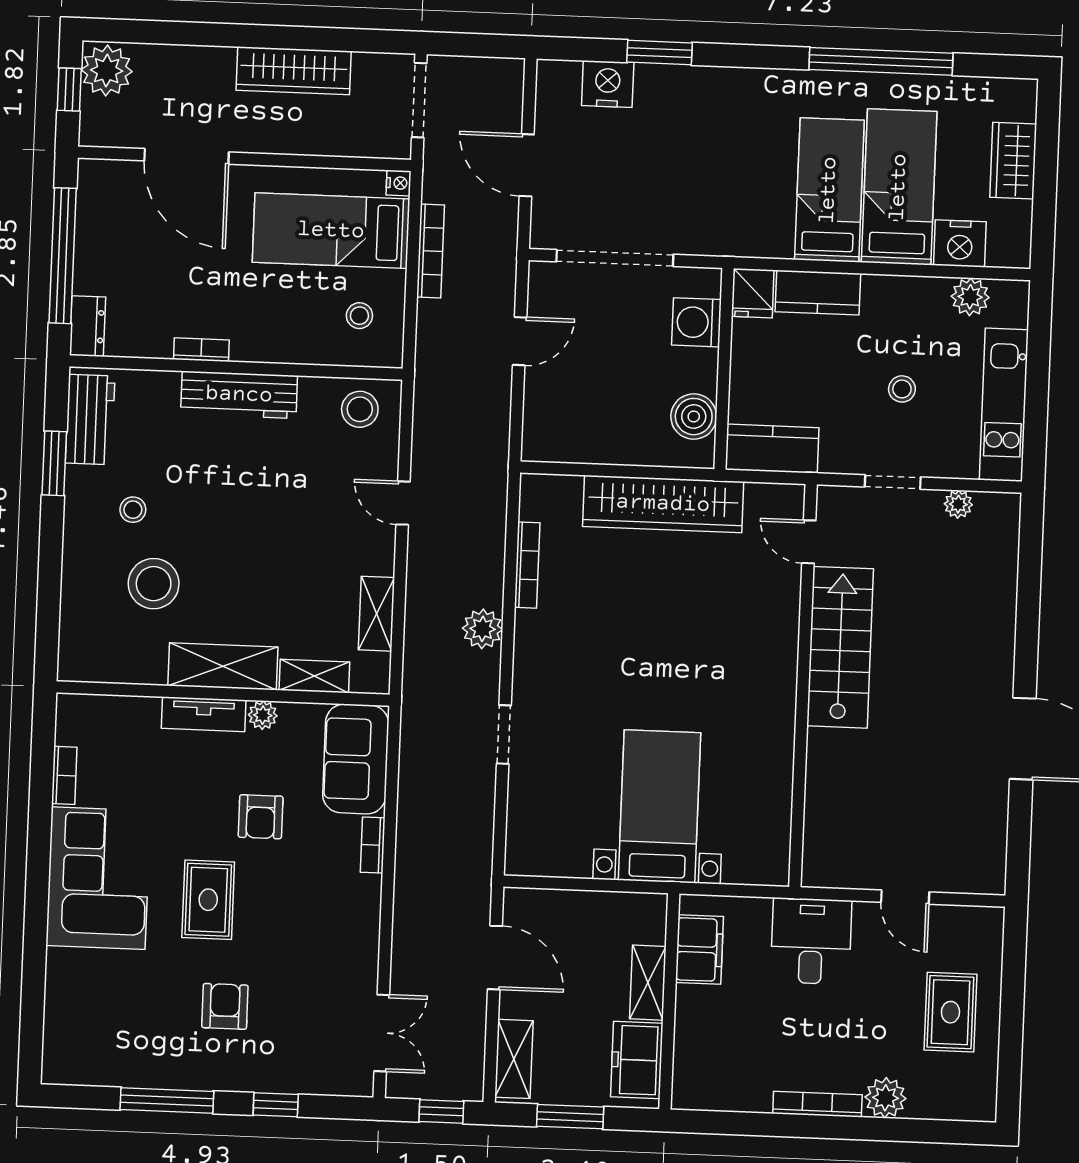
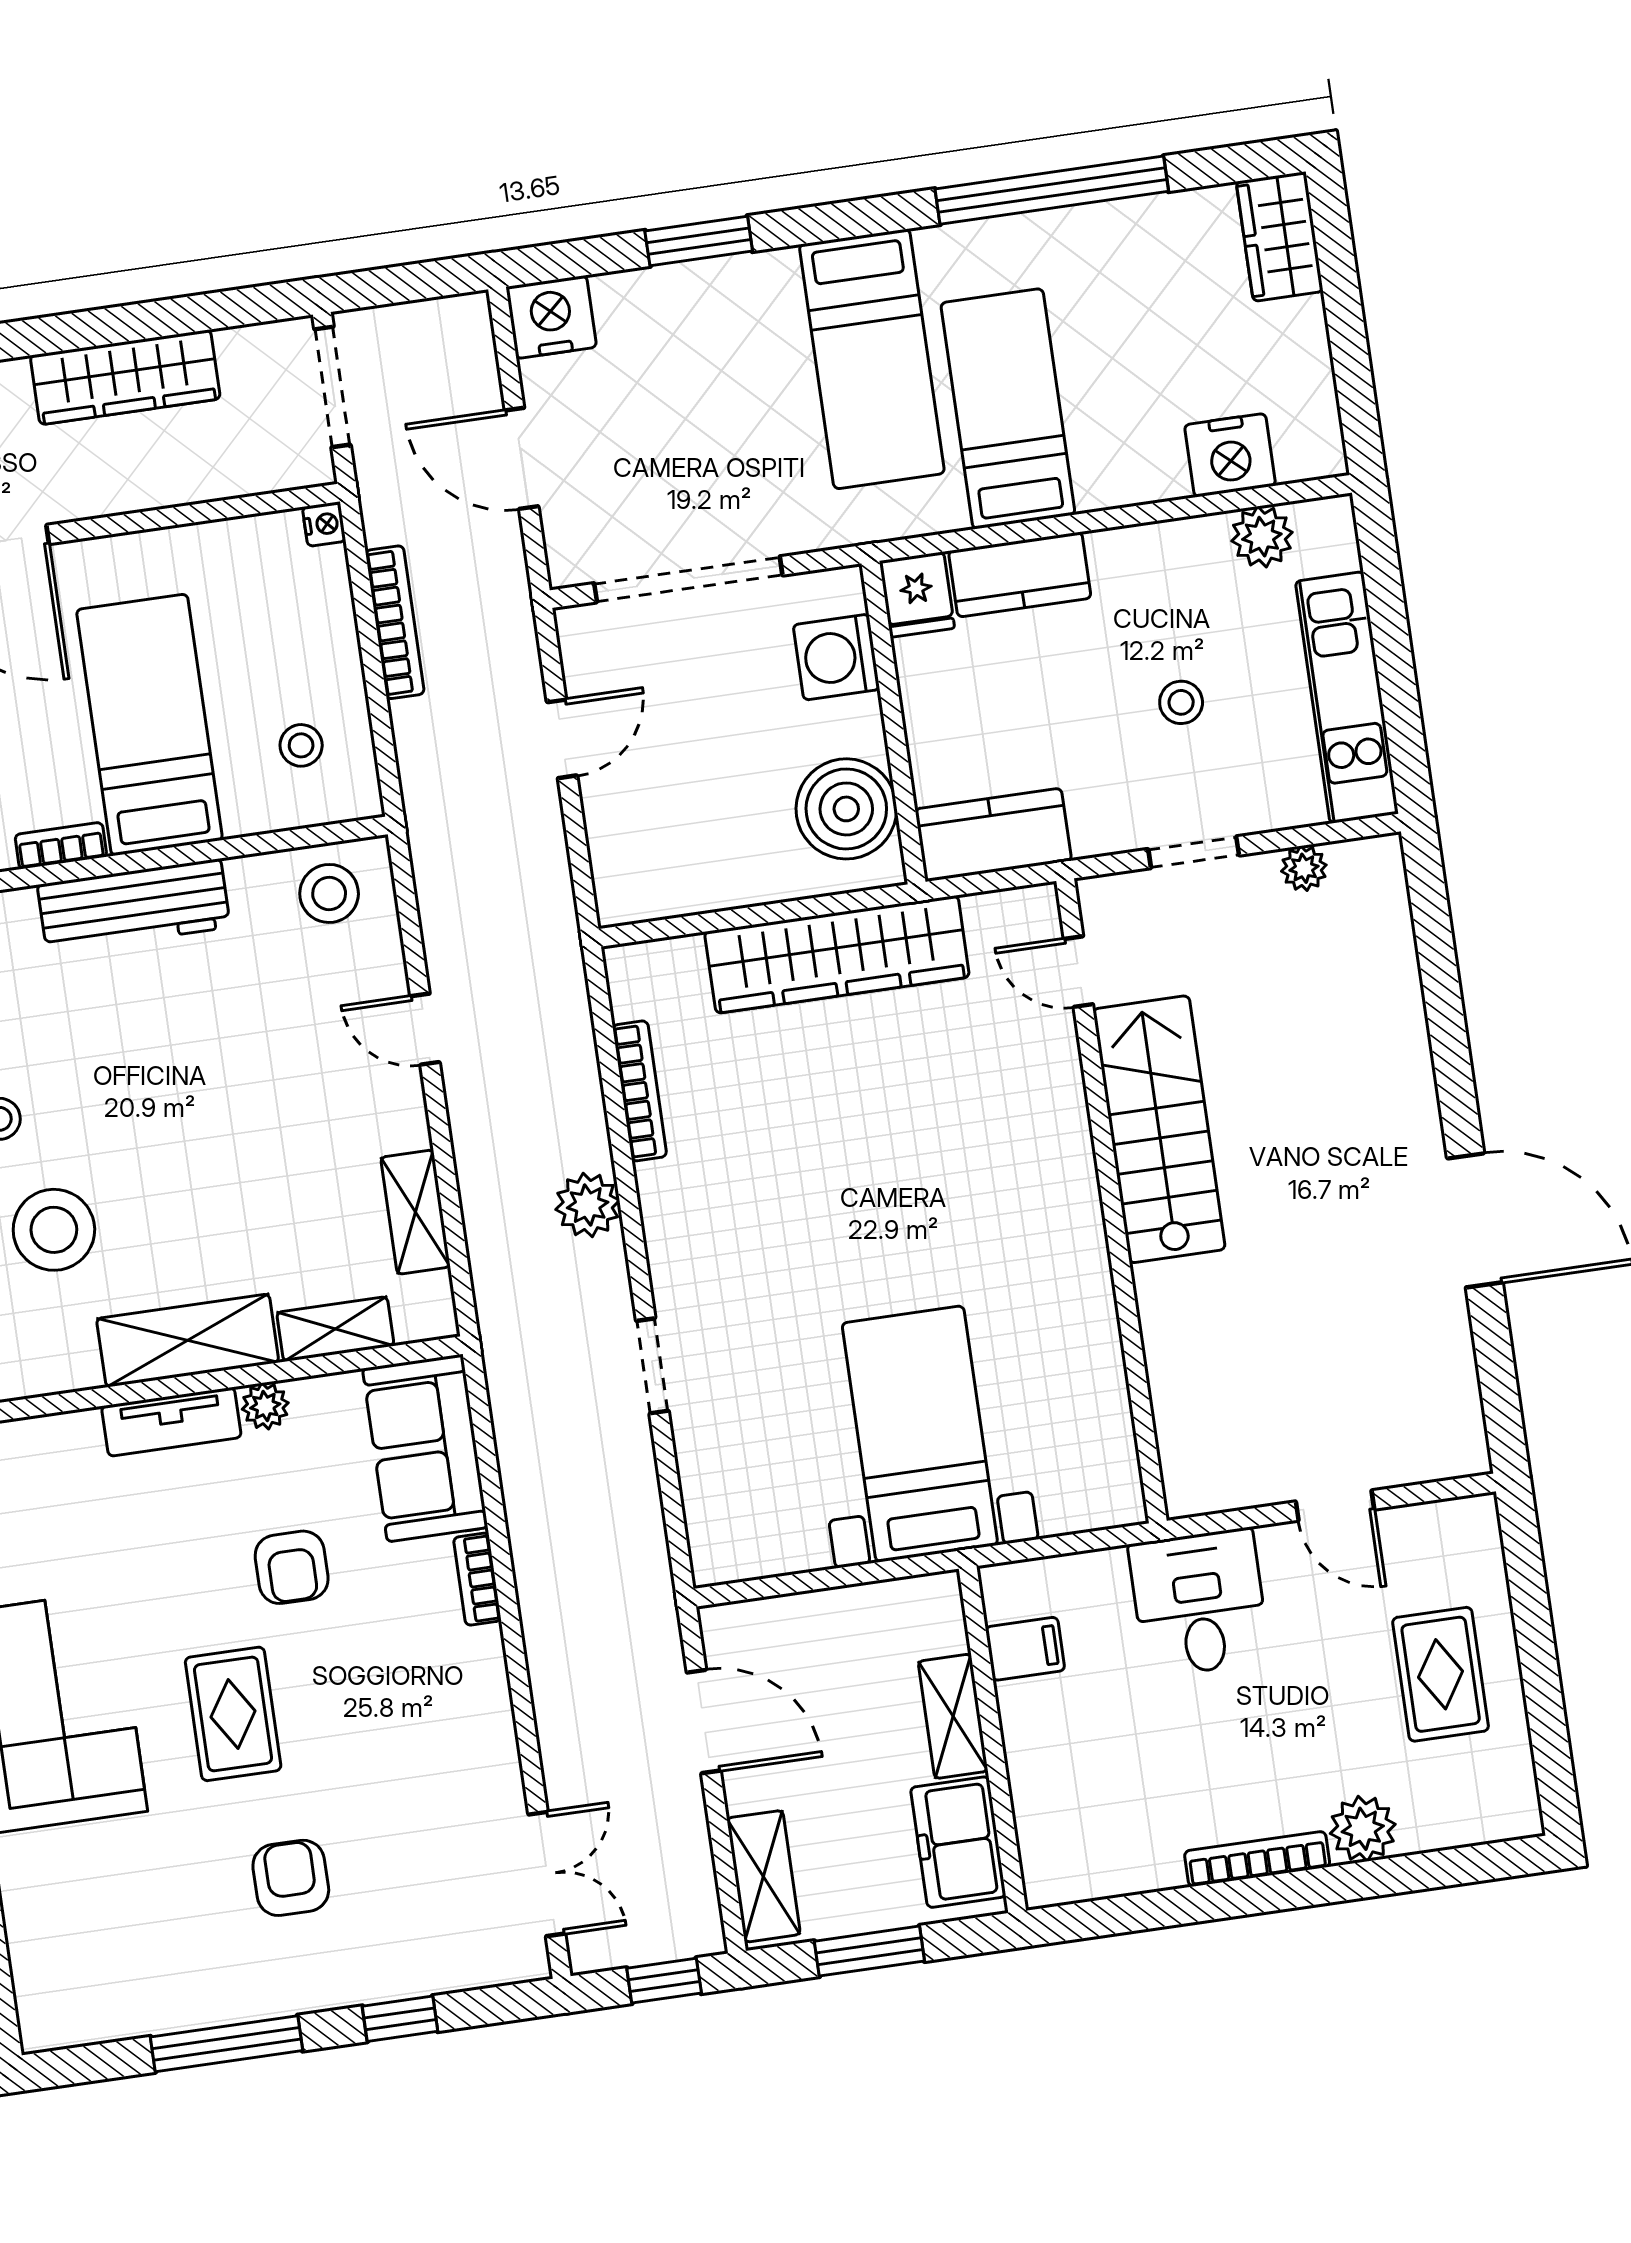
nightstand: (608, 84) -> (551, 317), moved
wardrobe: (1013, 161) -> (1280, 237), moved
bed: (899, 187) -> (872, 359), moved, turned 180
bed: (331, 231) -> (149, 725), moved, turned 90
boiler: (694, 417) -> (846, 809), width x1.37, depth x1.37
filing cabinet: (699, 950) -> (1025, 1649), width x0.50

